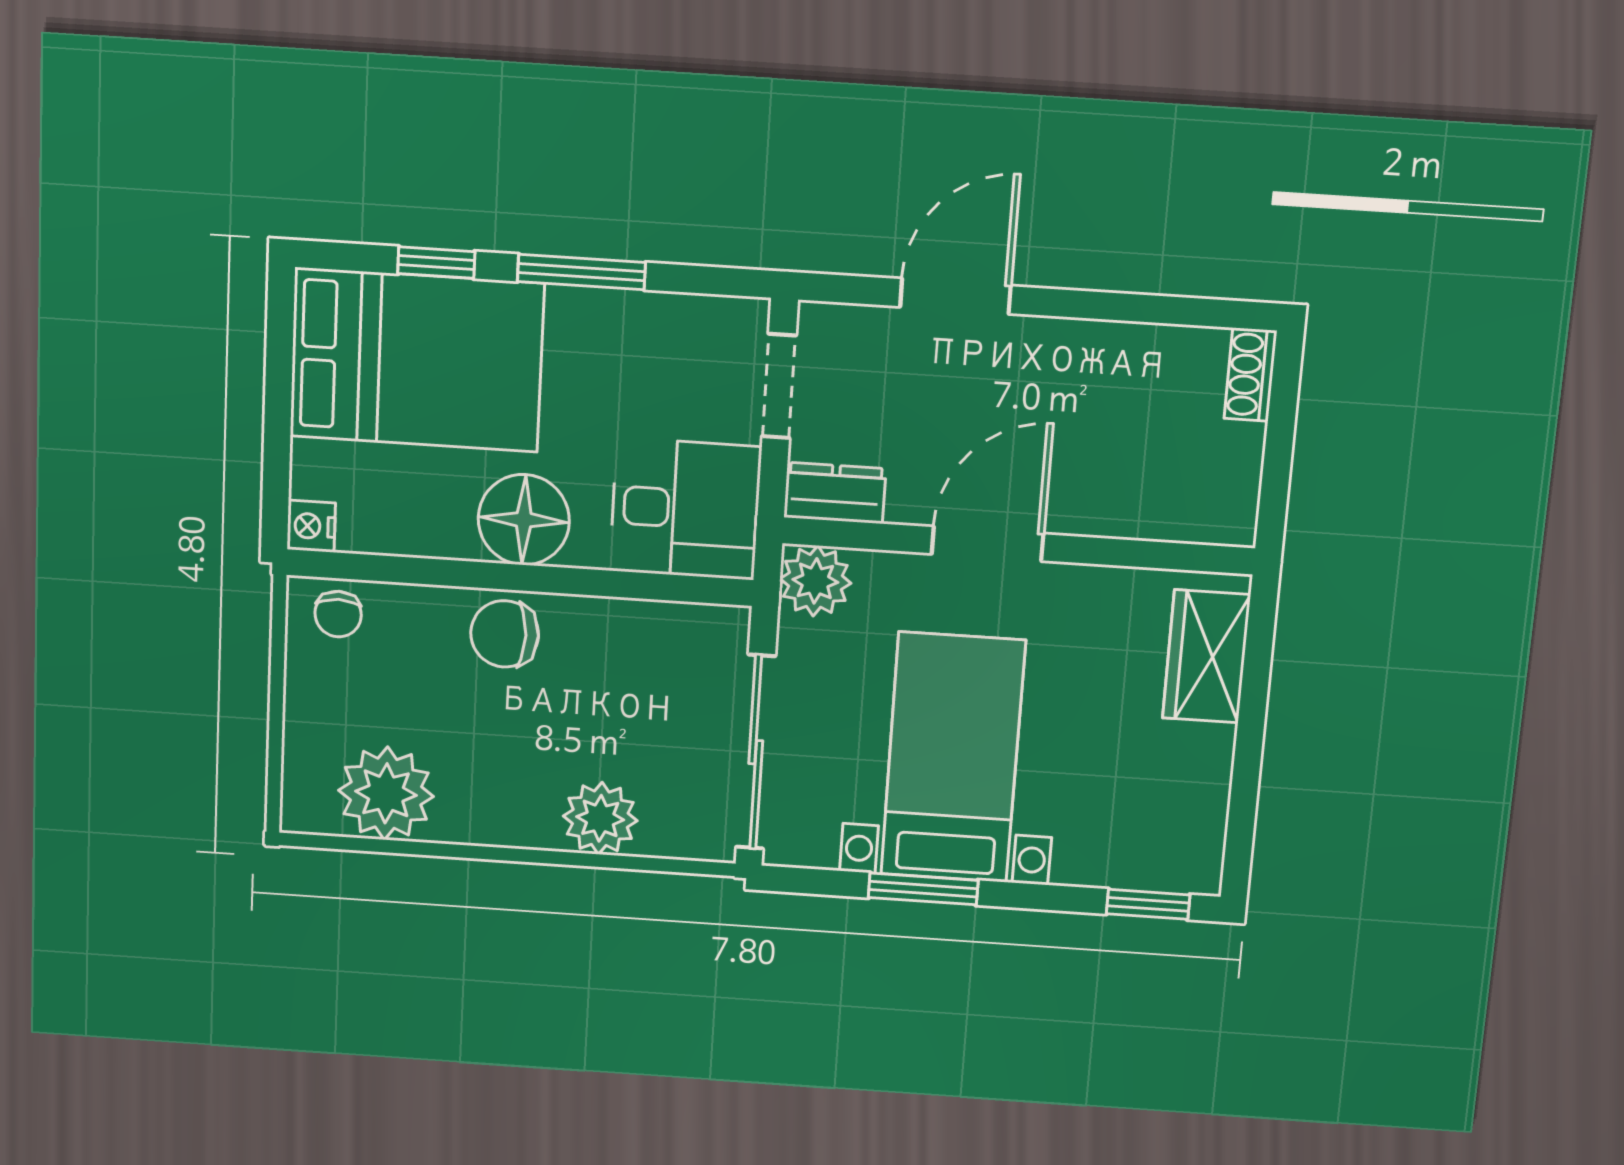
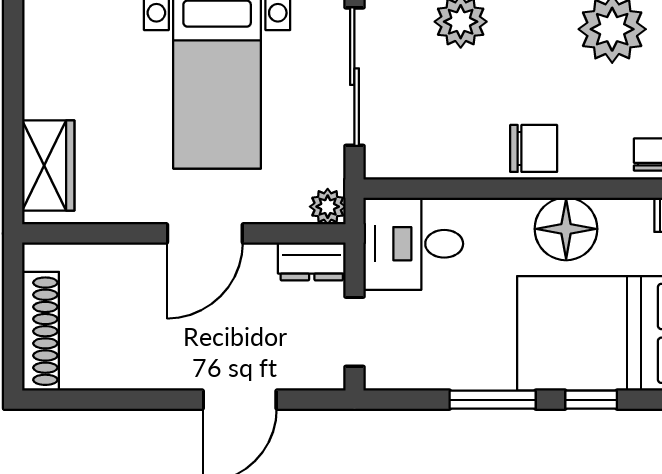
shoe rack: (1250, 375) -> (41, 331), width x1.94, depth x1.24
floor lamp: (524, 520) -> (566, 229), moved
plant: (815, 581) -> (328, 207), width x0.73, depth x0.73

